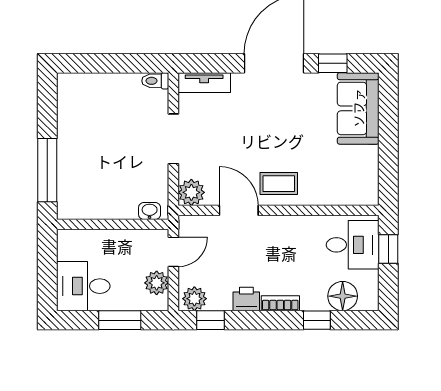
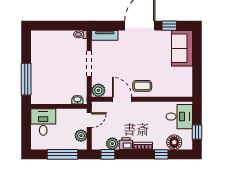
window: (388, 249) -> (197, 132), moved
desk: (83, 286) -> (43, 122), moved, turned 90
plant: (194, 299) -> (112, 144), moved
window: (120, 320) -> (62, 154), width x1.44

